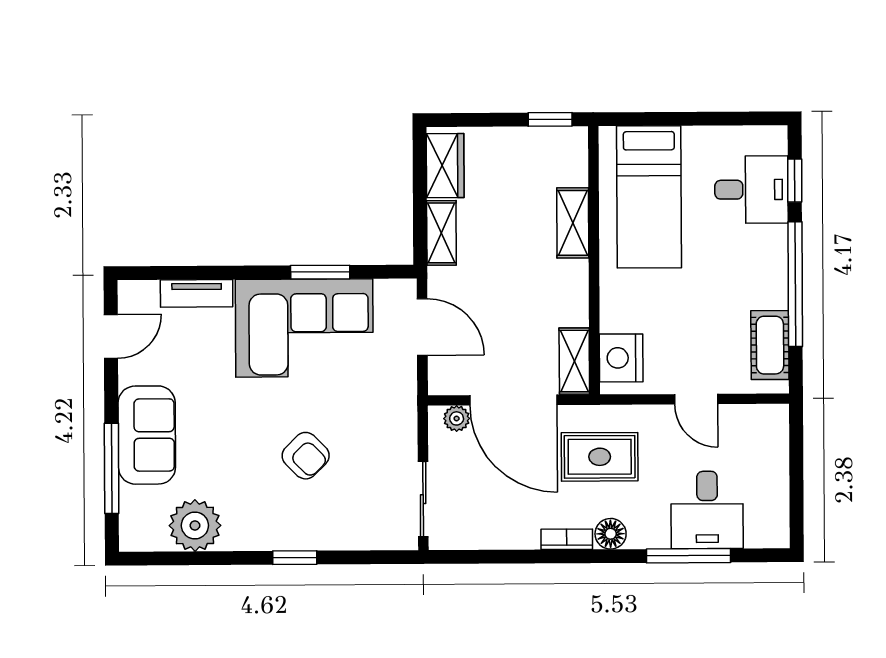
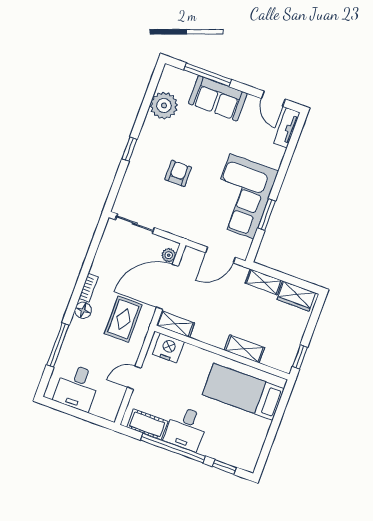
desk: (751, 190) -> (186, 428), moved
tv unit: (197, 293) -> (287, 128), moved
armchair: (306, 456) -> (178, 173), turned 135
desk: (707, 510) -> (77, 387), moved, turned -90

